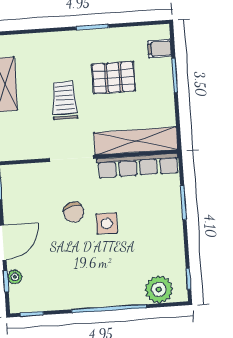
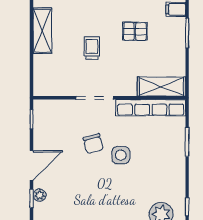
pallet: (113, 78) -> (135, 31), width x0.67, depth x0.71
trolley: (64, 100) -> (92, 48), width x0.73, depth x0.72
shelving: (136, 141) -> (161, 87), width x0.68

